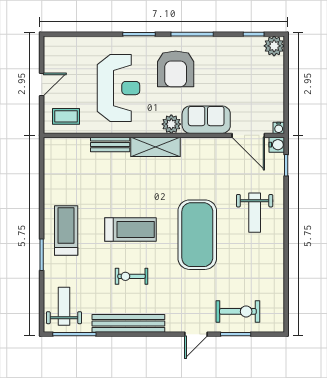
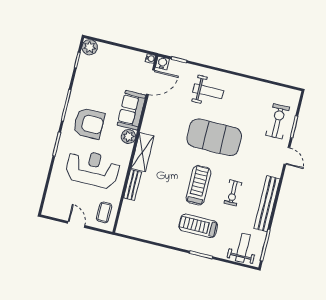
treadmill: (66, 231) -> (198, 226), moved
weight bench: (64, 306) -> (243, 248), turned 90

